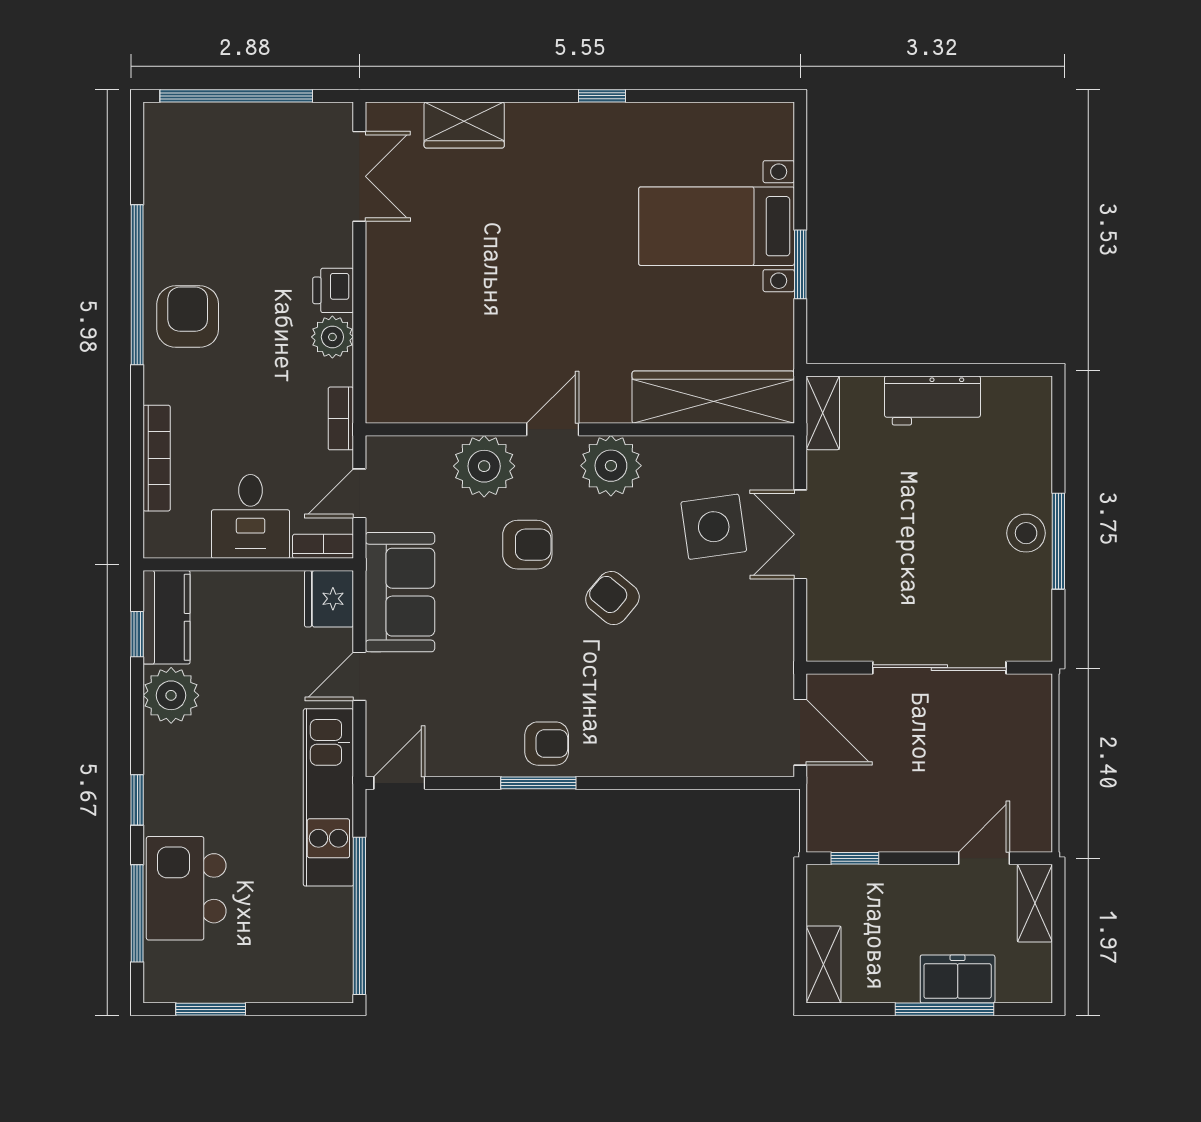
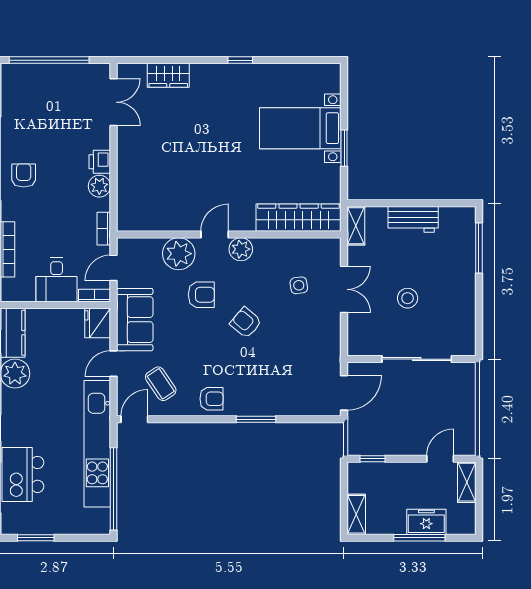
armchair: (188, 317) -> (24, 175), width x0.72, depth x0.72
plant: (611, 466) -> (241, 249), width x0.73, depth x0.73
side table: (714, 527) -> (299, 285), width x0.54, depth x0.54
stool: (1026, 533) -> (408, 298), moved
double door: (800, 534) -> (344, 289), swing flipped
window: (1058, 541) -> (479, 248), moved
coffee table: (450, 715) -> (161, 384), added
door: (800, 732) -> (344, 393), hinge flipped
window: (538, 783) -> (256, 419), moved
kitchen unit: (328, 797) -> (97, 444), width x1.36

